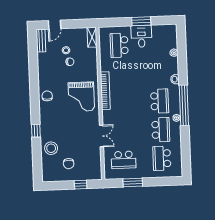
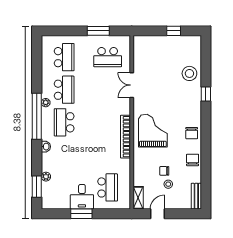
door: (55, 25) -> (157, 214), moved
window: (181, 44) -> (37, 187), added
school desk: (161, 130) -> (64, 90), turned 180
school desk: (124, 160) -> (108, 57), turned 180
chair: (69, 164) -> (193, 160), moved
window: (81, 185) -> (174, 31), moved

